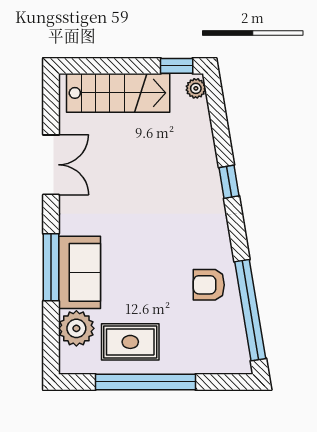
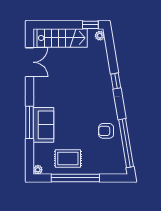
double door: (51, 165) -> (30, 62), moved
plant: (76, 328) -> (38, 170), moved, width x0.53, depth x0.53

